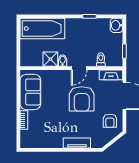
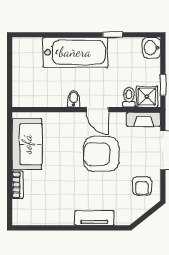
bathtub: (42, 28) -> (75, 52), moved
shower: (50, 59) -> (147, 97), moved
door: (79, 68) -> (97, 110), hinge flipped
armchair: (82, 99) -> (101, 154), turned 90

